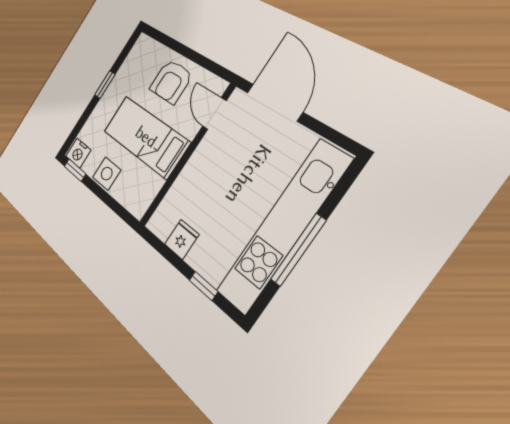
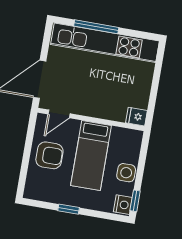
fridge: (182, 239) -> (136, 117), moved
window: (298, 250) -> (96, 27), moved
window: (204, 286) -> (157, 71), removed

